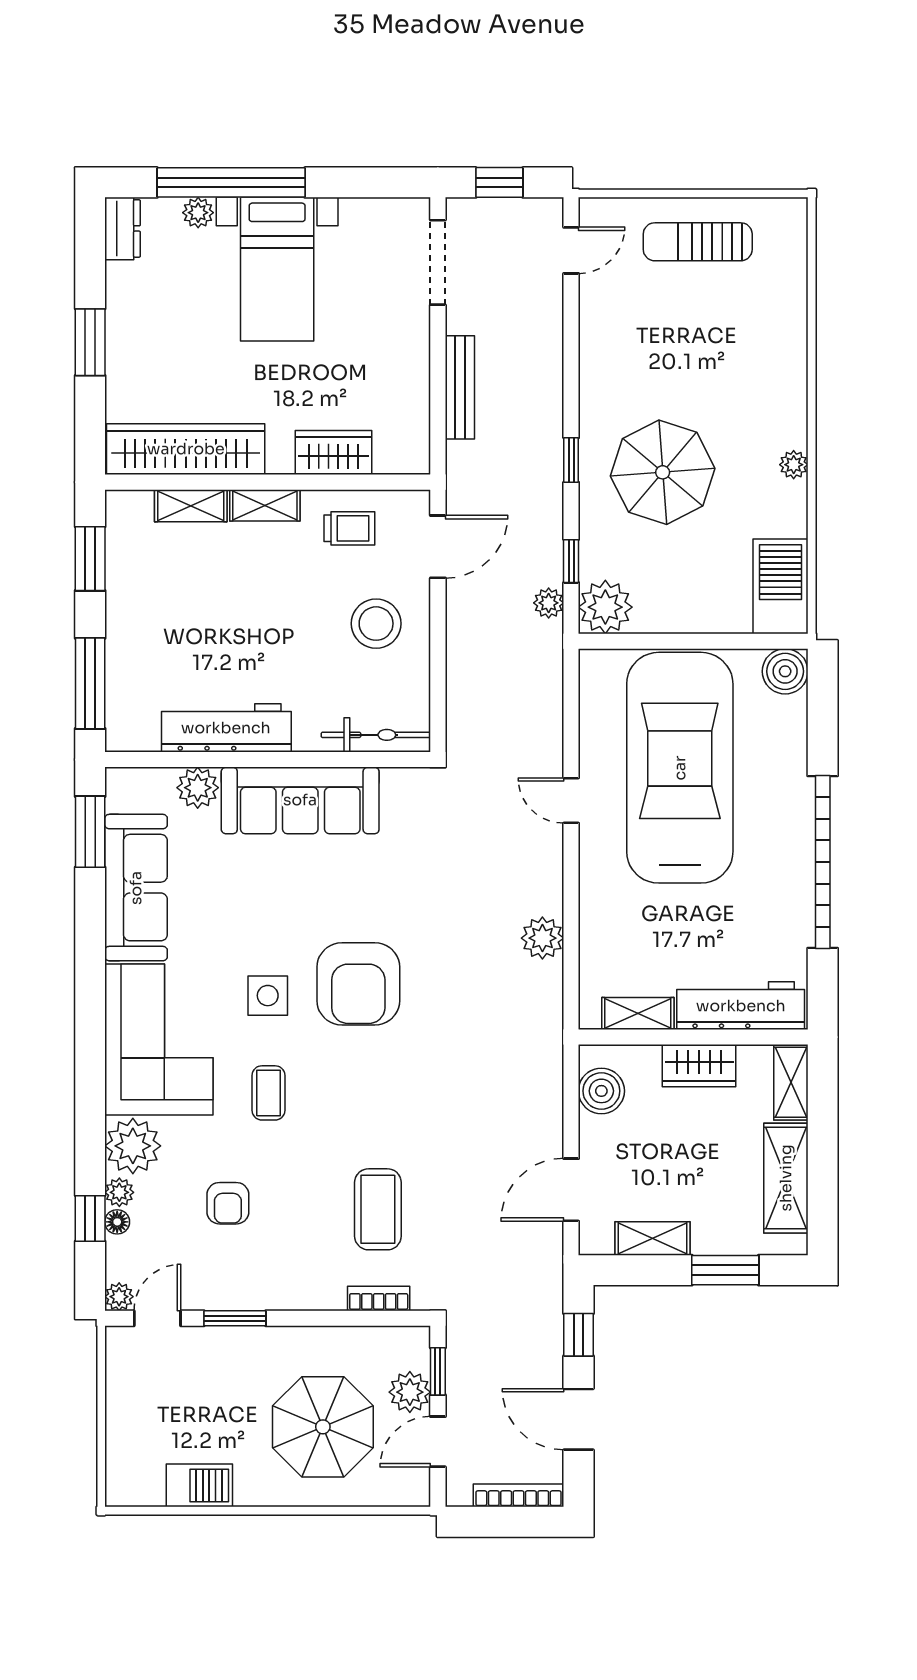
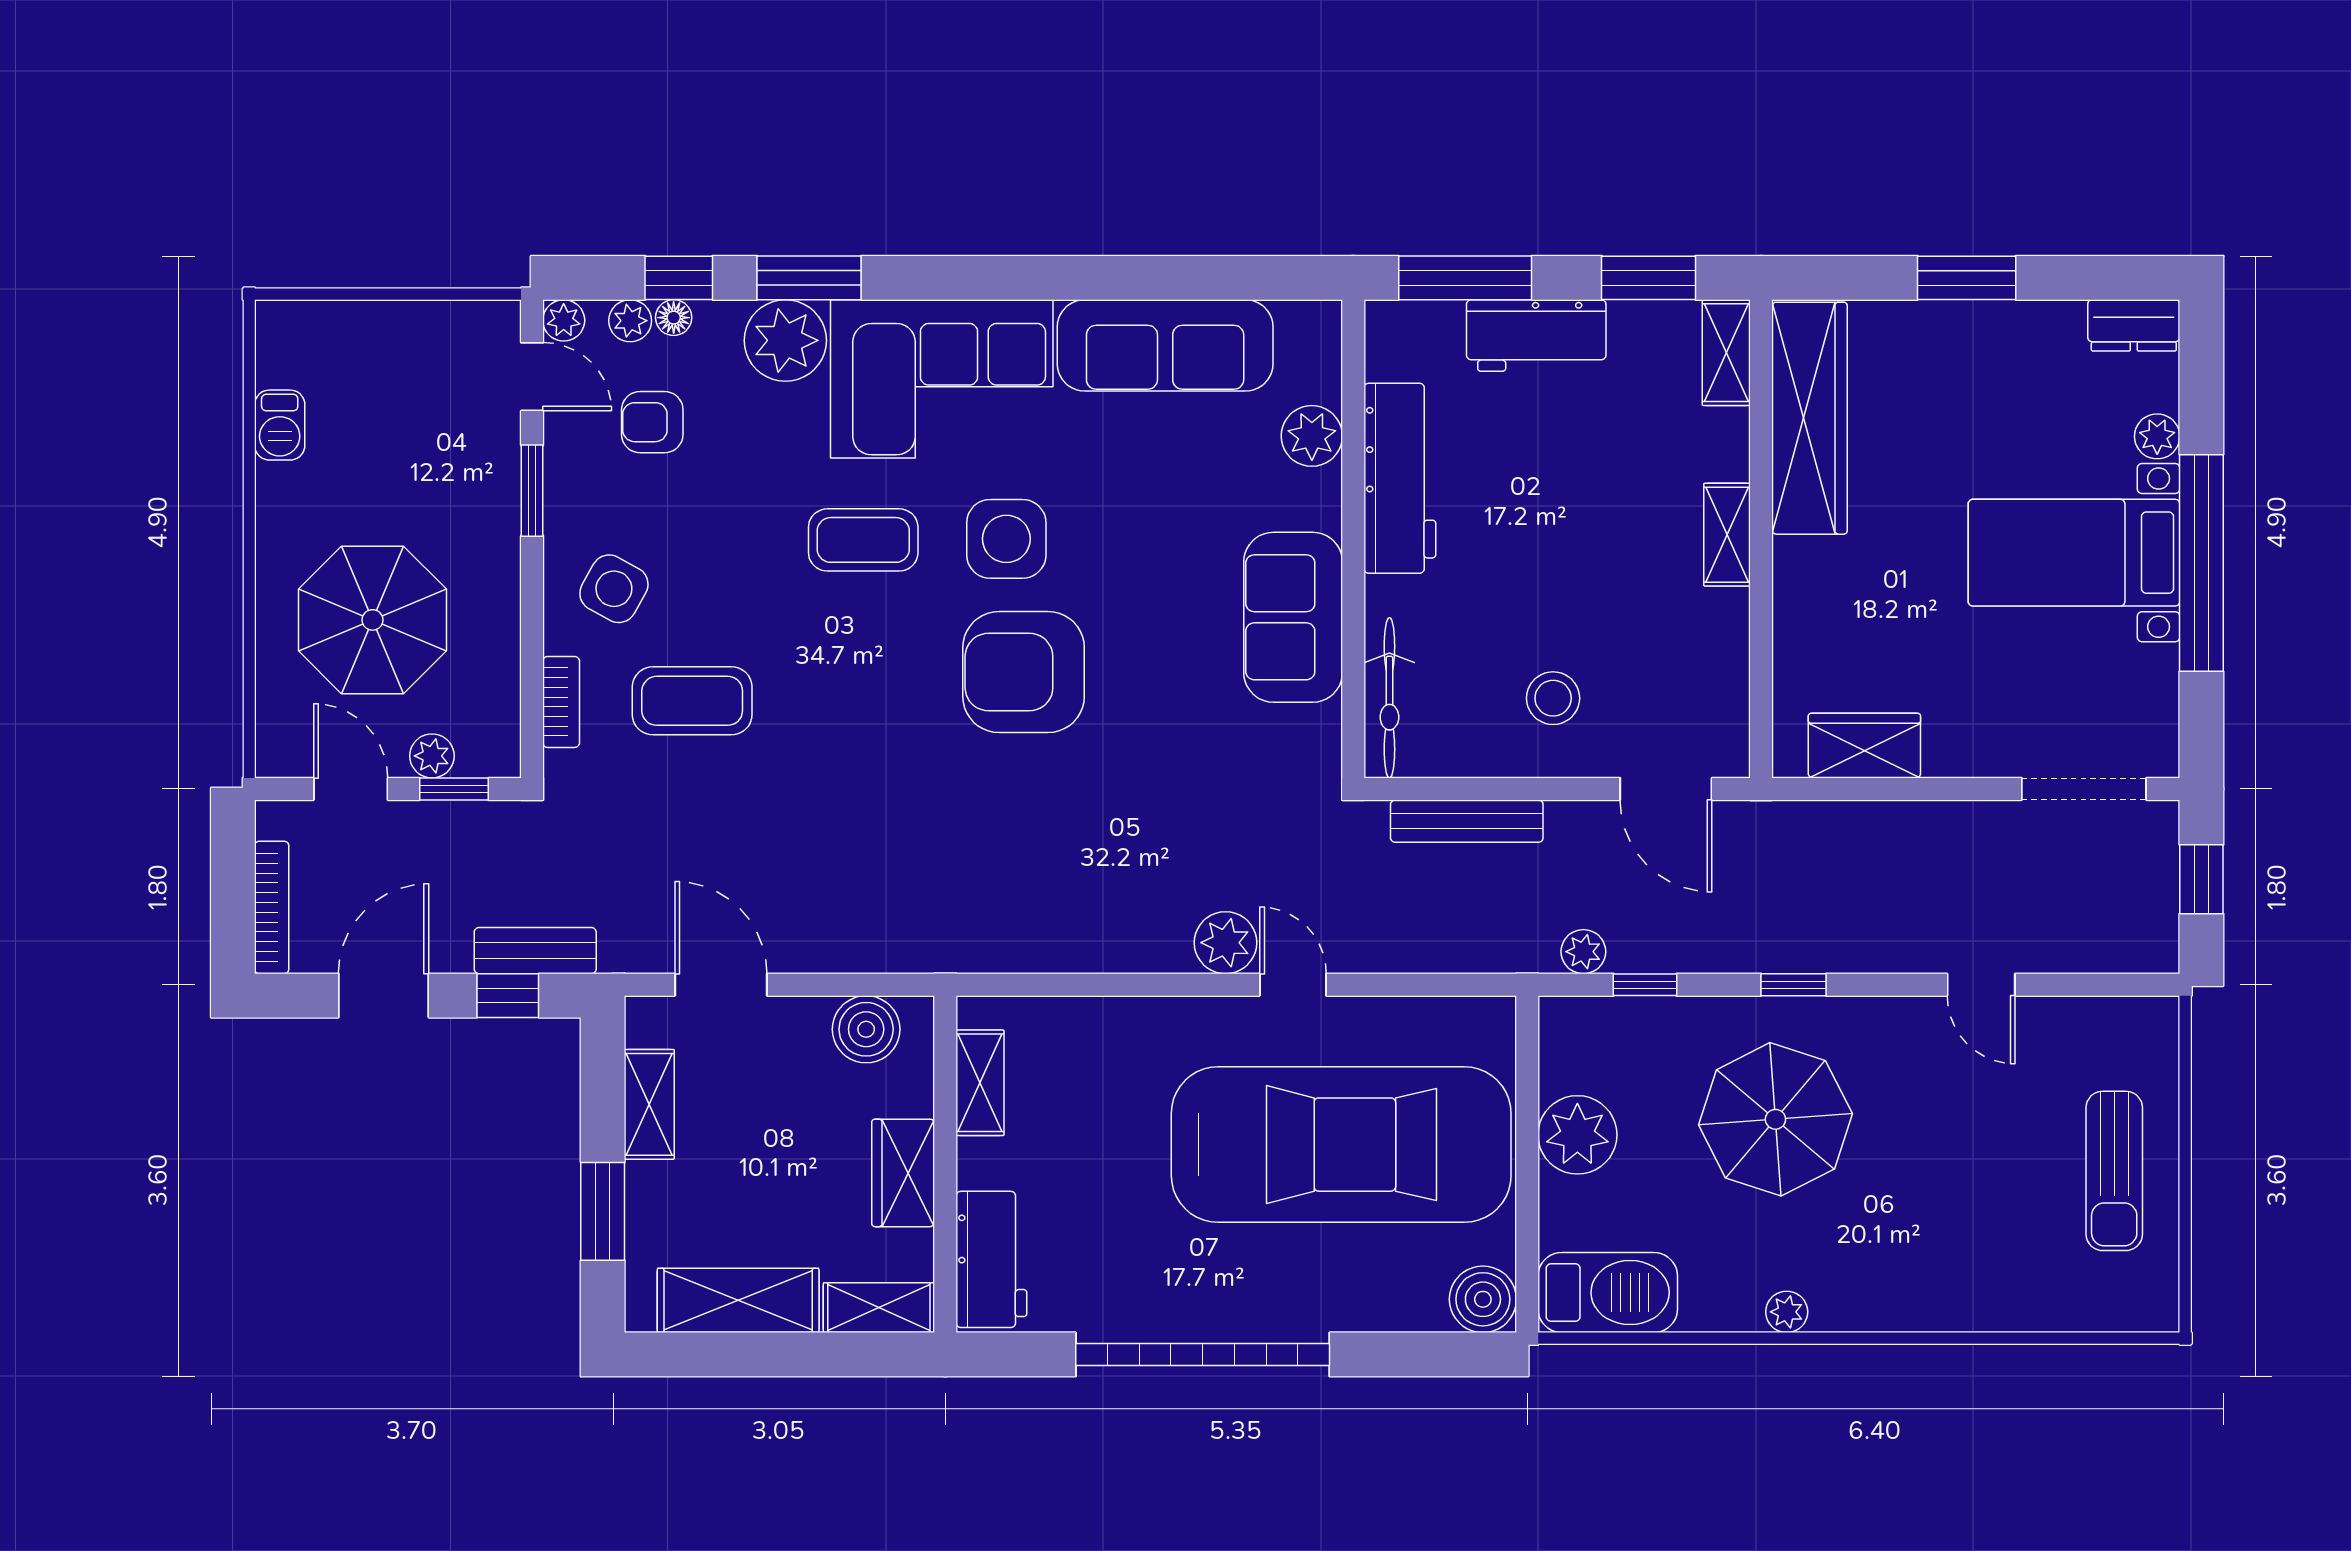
window: (231, 182) -> (2201, 563), moved
sun lounger: (698, 242) -> (2114, 1171), turned 180
door: (571, 250) -> (1981, 985), moved
bench: (460, 387) -> (1467, 821), moved
wardrobe: (333, 453) -> (1864, 746), moved, turned -90
shelving: (191, 506) -> (1726, 353), moved
trolley: (349, 528) -> (1693, 659), removed
plant: (605, 607) -> (1577, 1135), moved
stool: (376, 624) -> (1553, 698), width x0.73, depth x0.73
workbench: (129, 635) -> (1536, 335), added
sofa: (300, 800) -> (1293, 617), width x0.73
door: (571, 801) -> (1293, 985), hinge flipped
window: (90, 832) -> (809, 278), moved
plant: (542, 938) -> (1225, 943), moved
side table: (268, 996) -> (1006, 539), width x1.37, depth x1.37
workbench: (741, 1006) -> (991, 1259), width x0.73
coffee table: (268, 1093) -> (863, 540), width x1.36, depth x1.30
plant: (119, 1192) -> (630, 321), moved
armchair: (228, 1203) -> (652, 422), moved
side table: (302, 1263) -> (614, 589), added
bench: (548, 1316) -> (535, 951), added
plant: (410, 1392) -> (432, 756), width x0.73, depth x0.73
barbecue: (199, 1485) -> (280, 425), width x0.73, depth x0.79

